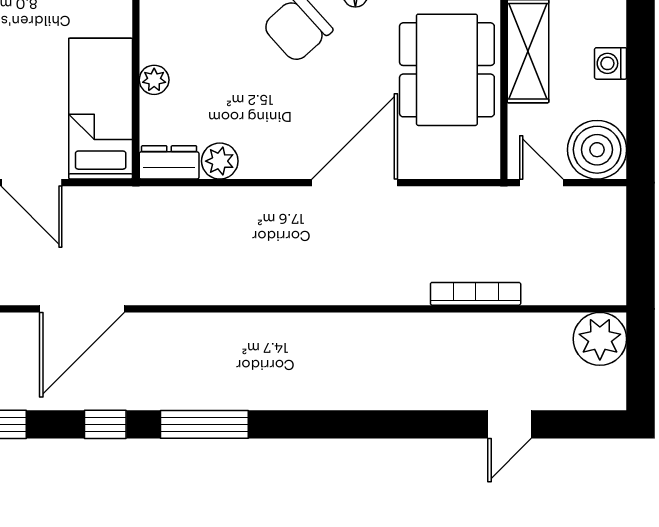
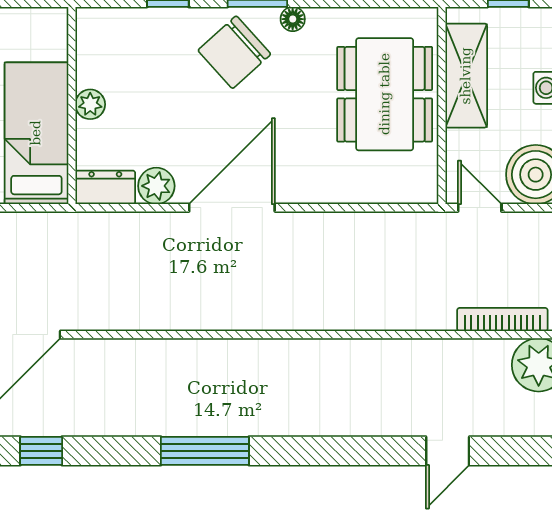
door: (355, 183) -> (232, 208), moved
bookcase: (476, 294) -> (502, 319), moved
window: (204, 424) -> (205, 451), moved

